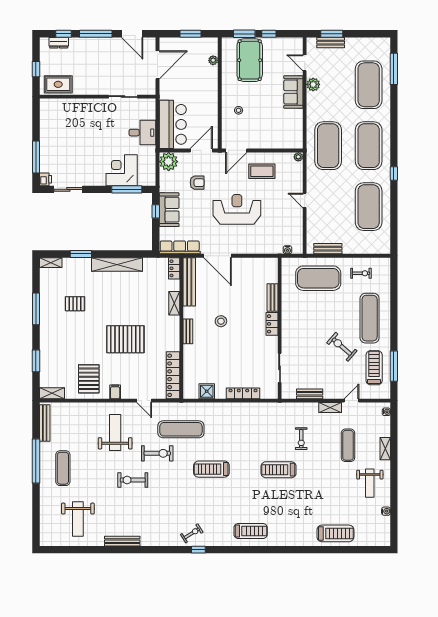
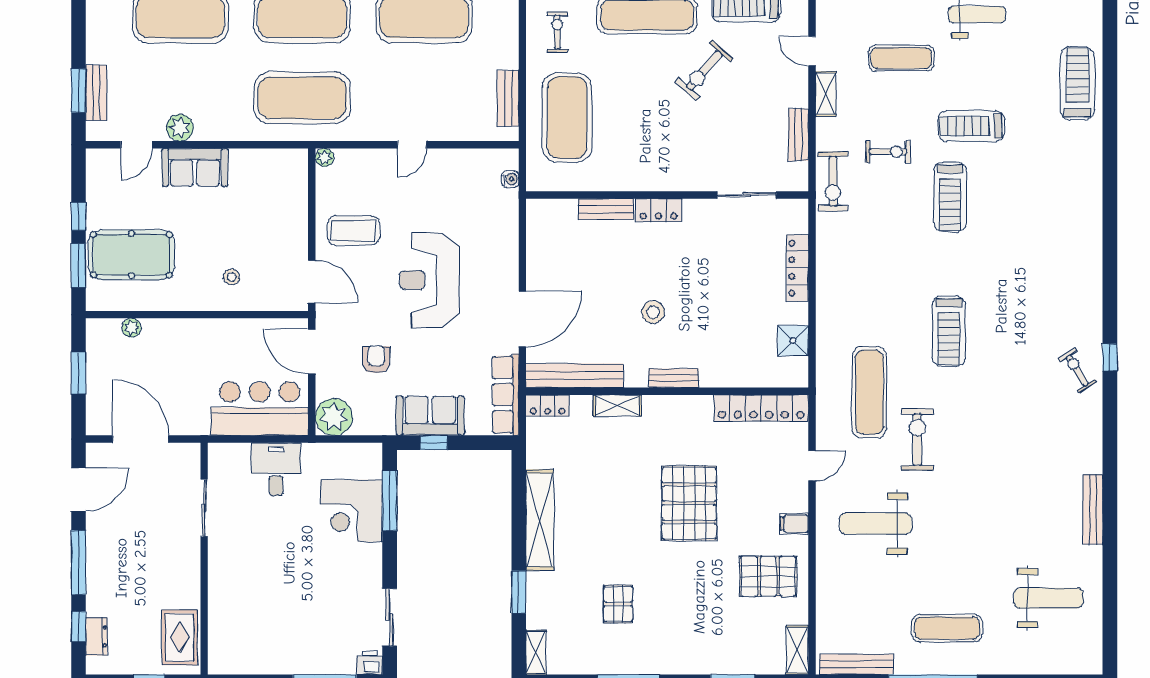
coffee table: (262, 171) -> (354, 230), turned 90
exercise bike: (133, 480) -> (833, 181), moved
treadmill: (251, 531) -> (971, 126), moved, turned -90

